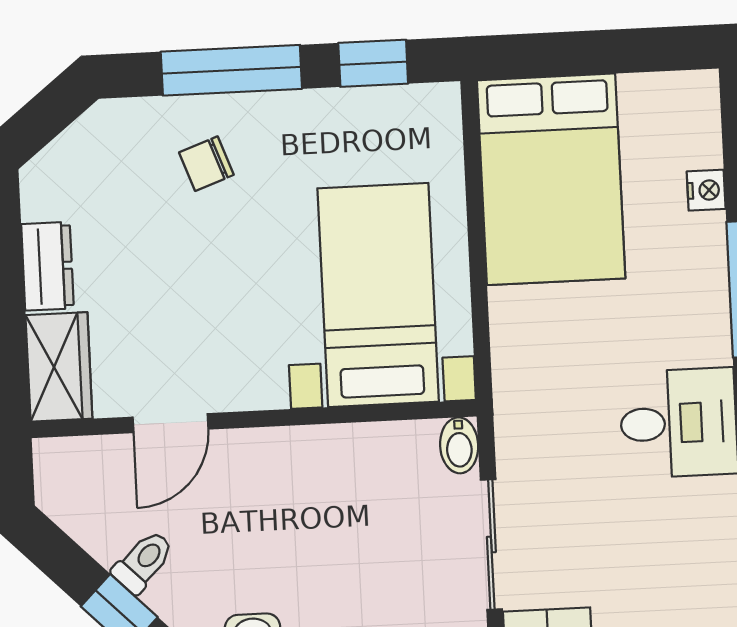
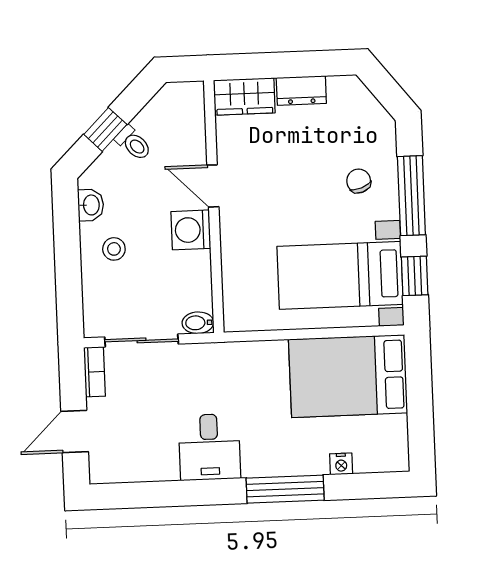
bed with nightstands: (378, 295) -> (340, 275), moved, turned 180
door: (171, 423) -> (213, 186), moved
washing machine: (295, 459) -> (191, 230), added
stool: (330, 595) -> (114, 249), added

